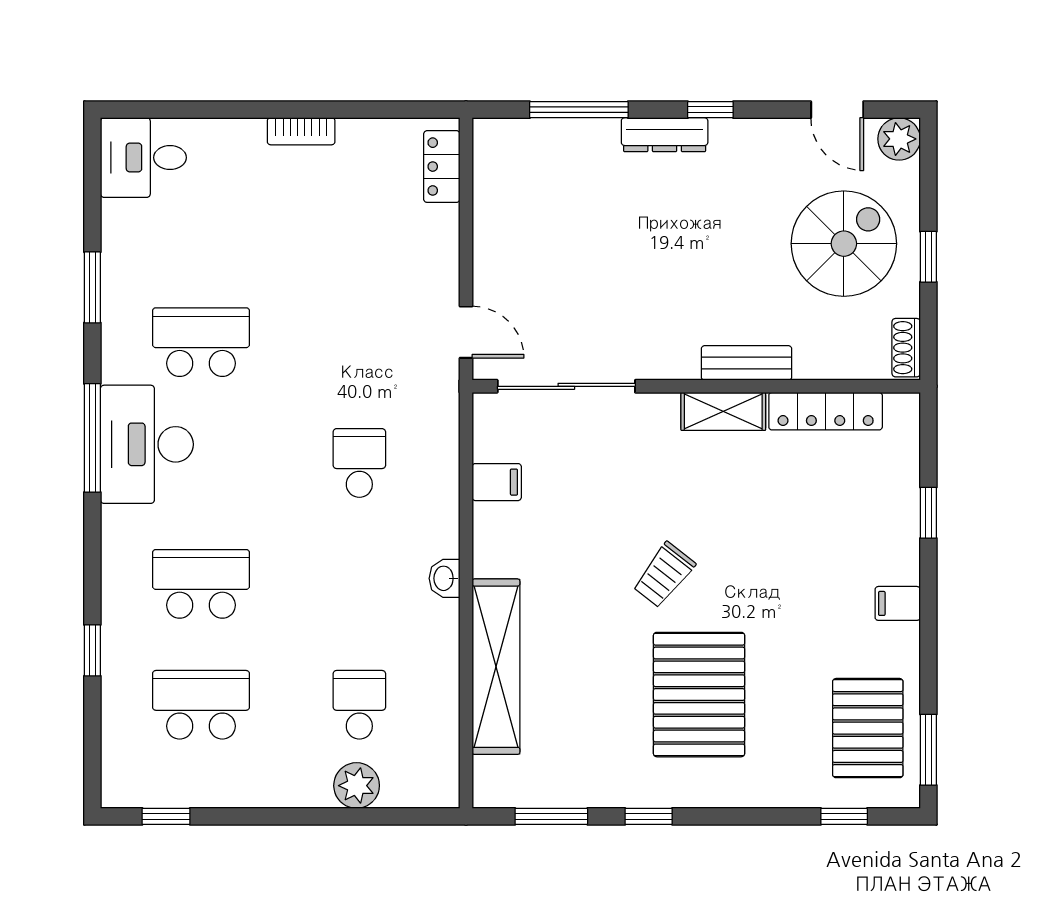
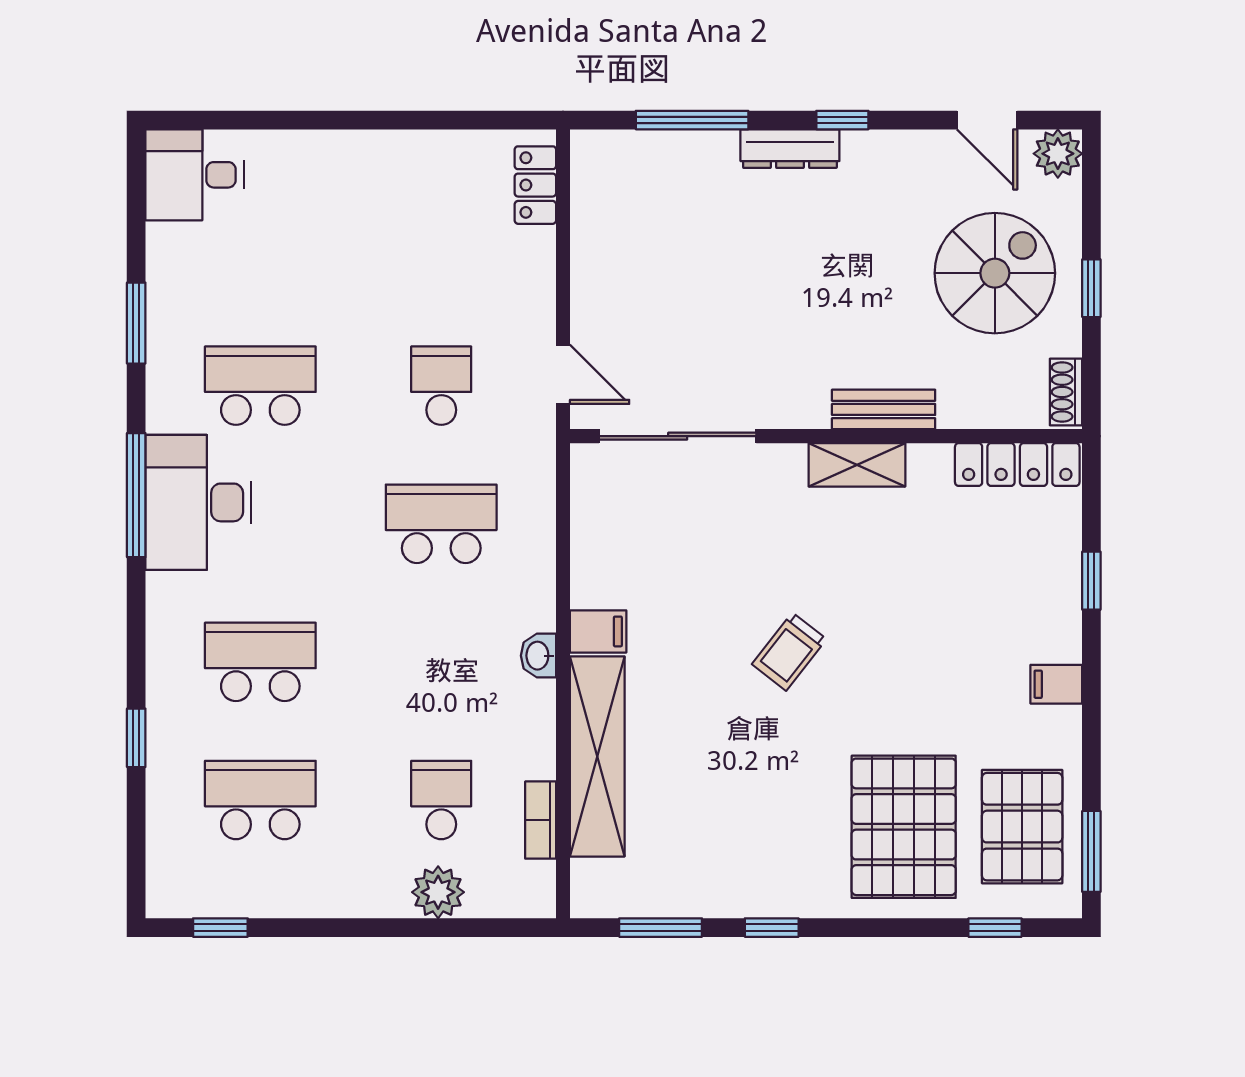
bookcase: (301, 131) -> (541, 820), moved, turned 90
school desk: (359, 342) -> (441, 386), added
locker: (826, 411) -> (1017, 465), moved
school desk: (359, 463) -> (441, 524), width x1.85
filing cabinet: (497, 482) -> (598, 631), moved
pallet: (699, 695) -> (904, 827), moved

